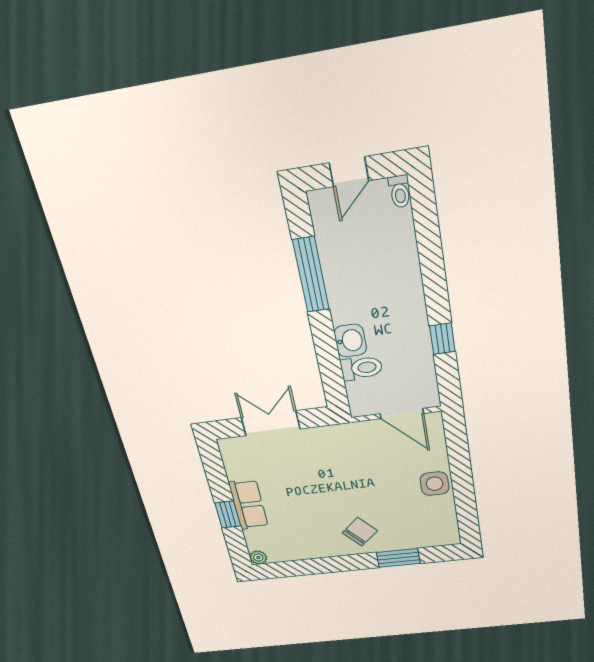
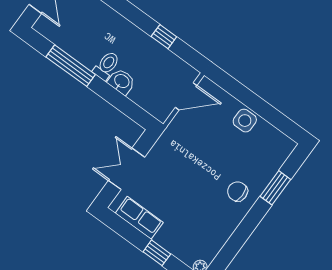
toilet: (361, 368) -> (106, 66), moved
row of seats: (248, 505) -> (139, 218), moved
chair: (360, 532) -> (238, 191), turned -48

